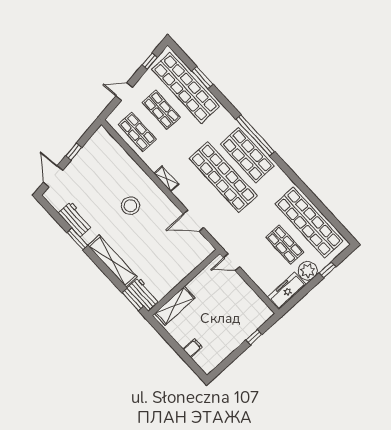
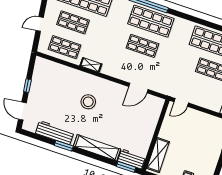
shop shelf: (223, 177) -> (142, 46), width x0.50, depth x0.74
shelving: (166, 179) -> (91, 65), moved
workbench: (75, 219) -> (55, 133), width x1.38

